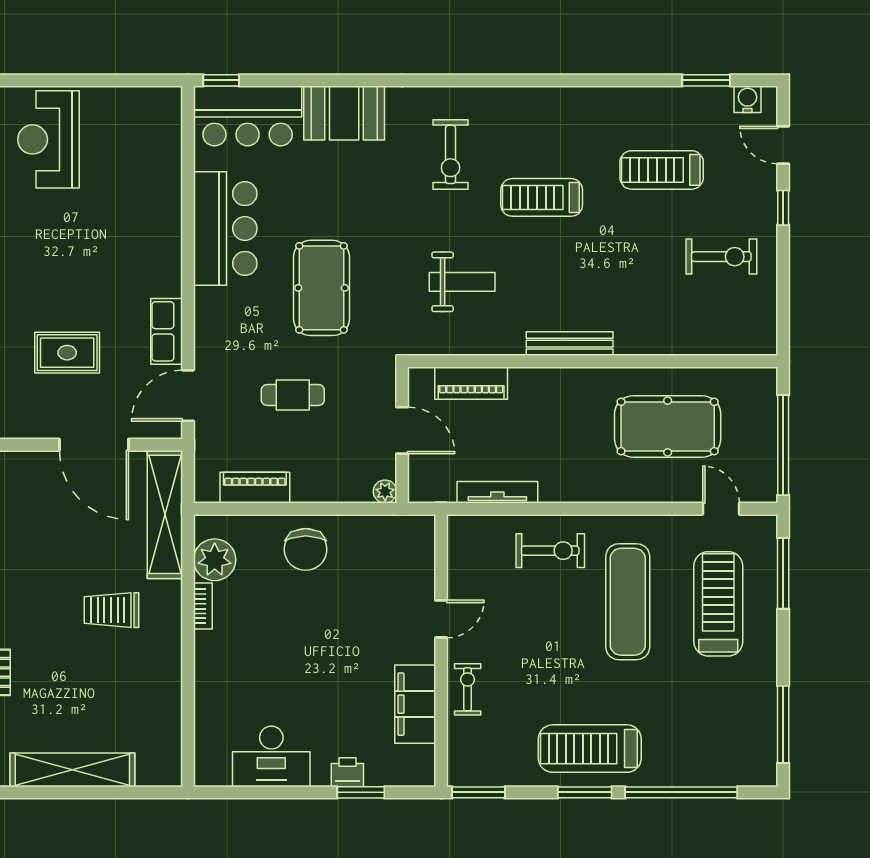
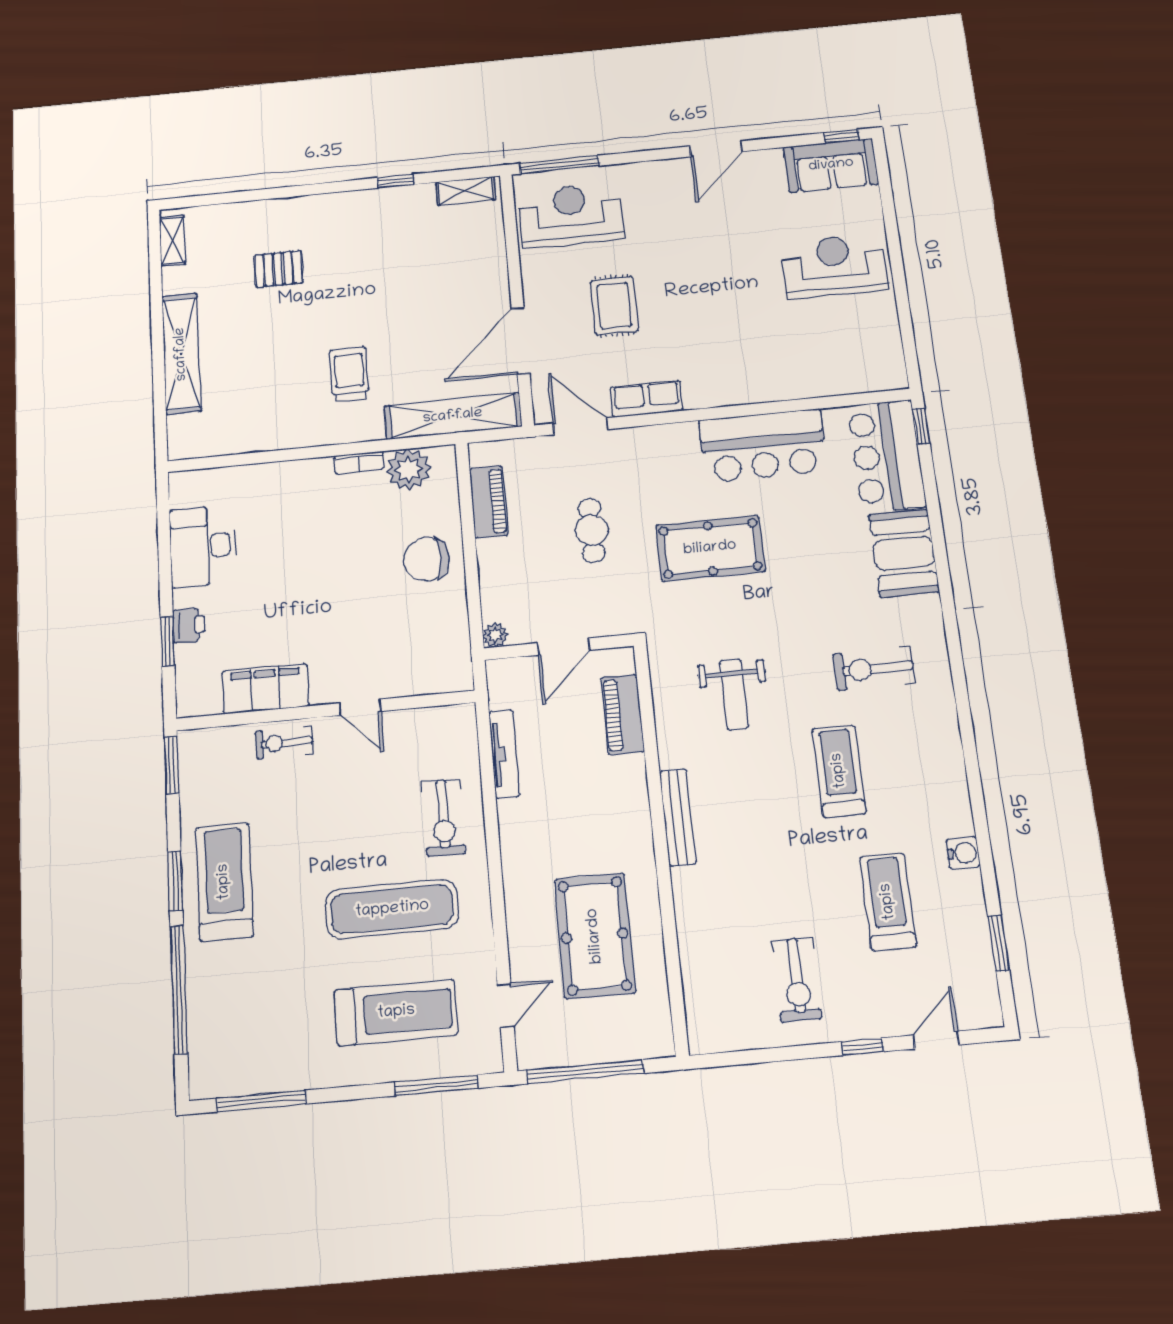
water cooler: (747, 99) -> (963, 853), moved
exercise bike: (468, 689) -> (284, 743), turned 180

